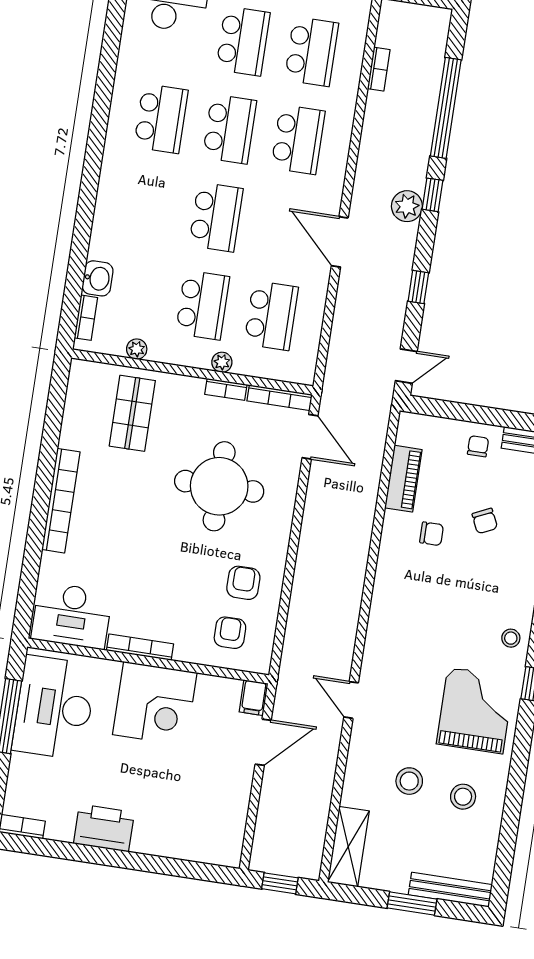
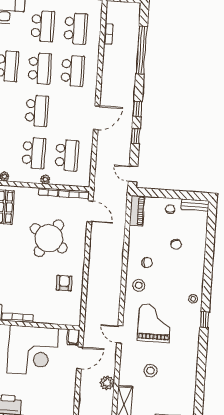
window: (432, 195) -> (137, 109), moved
plant: (407, 206) -> (107, 383), moved
door: (340, 242) -> (97, 118), swing flipped
door: (406, 366) -> (133, 174), swing flipped
piano: (403, 479) -> (137, 211), moved
round table: (219, 486) -> (49, 238), turned 32
chair: (432, 534) -> (147, 263), moved
armchair: (230, 633) -> (60, 307), removed
corner desk: (155, 704) -> (33, 351), width x1.36, depth x1.36
grand piano: (475, 711) -> (154, 323), moved
stool: (463, 797) -> (139, 285), moved

